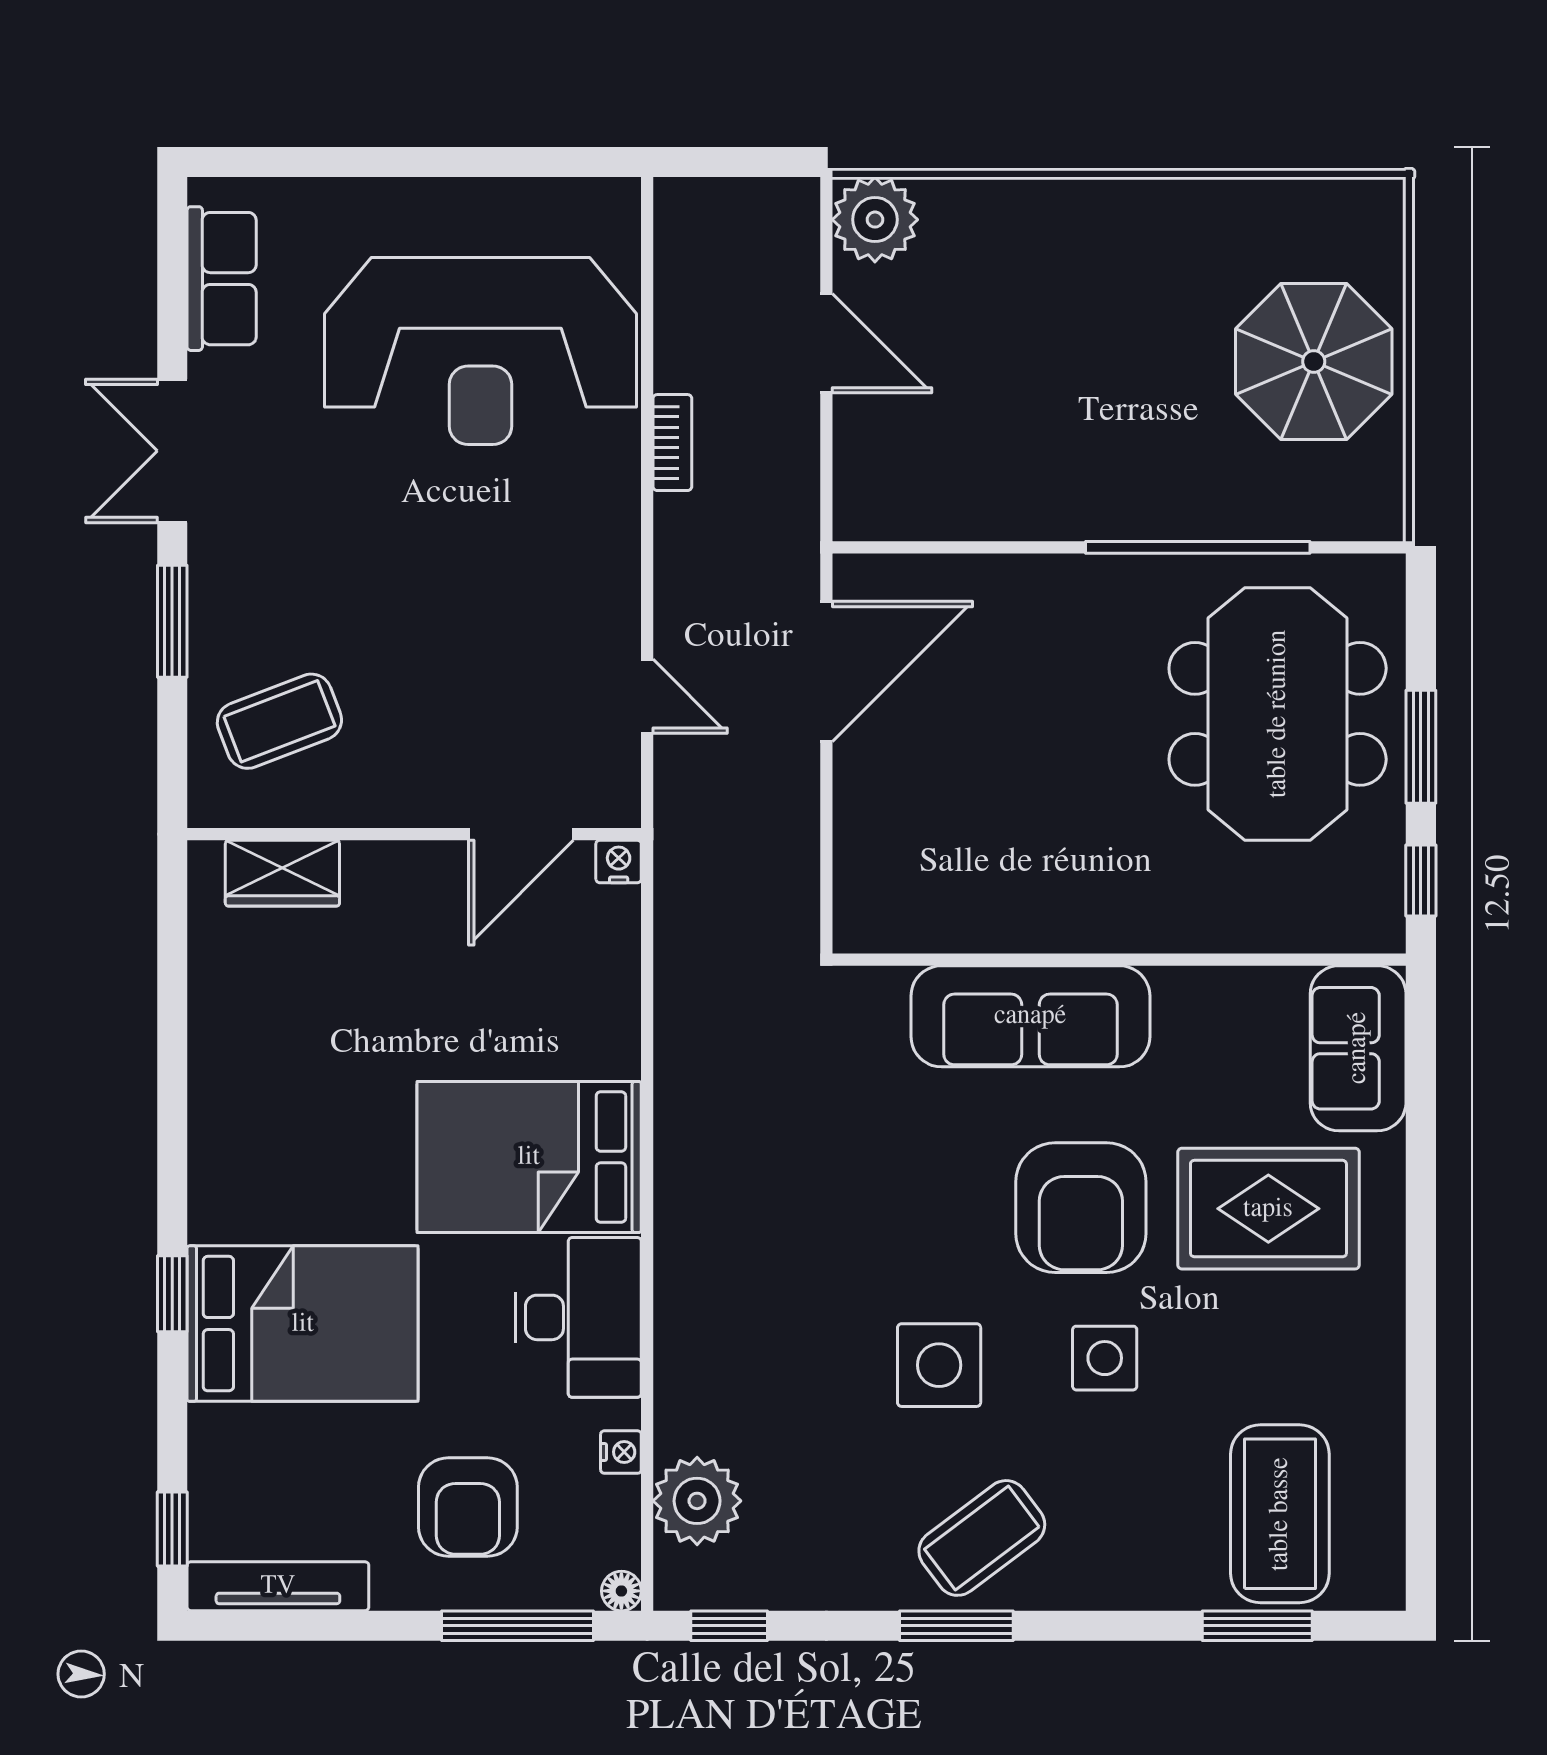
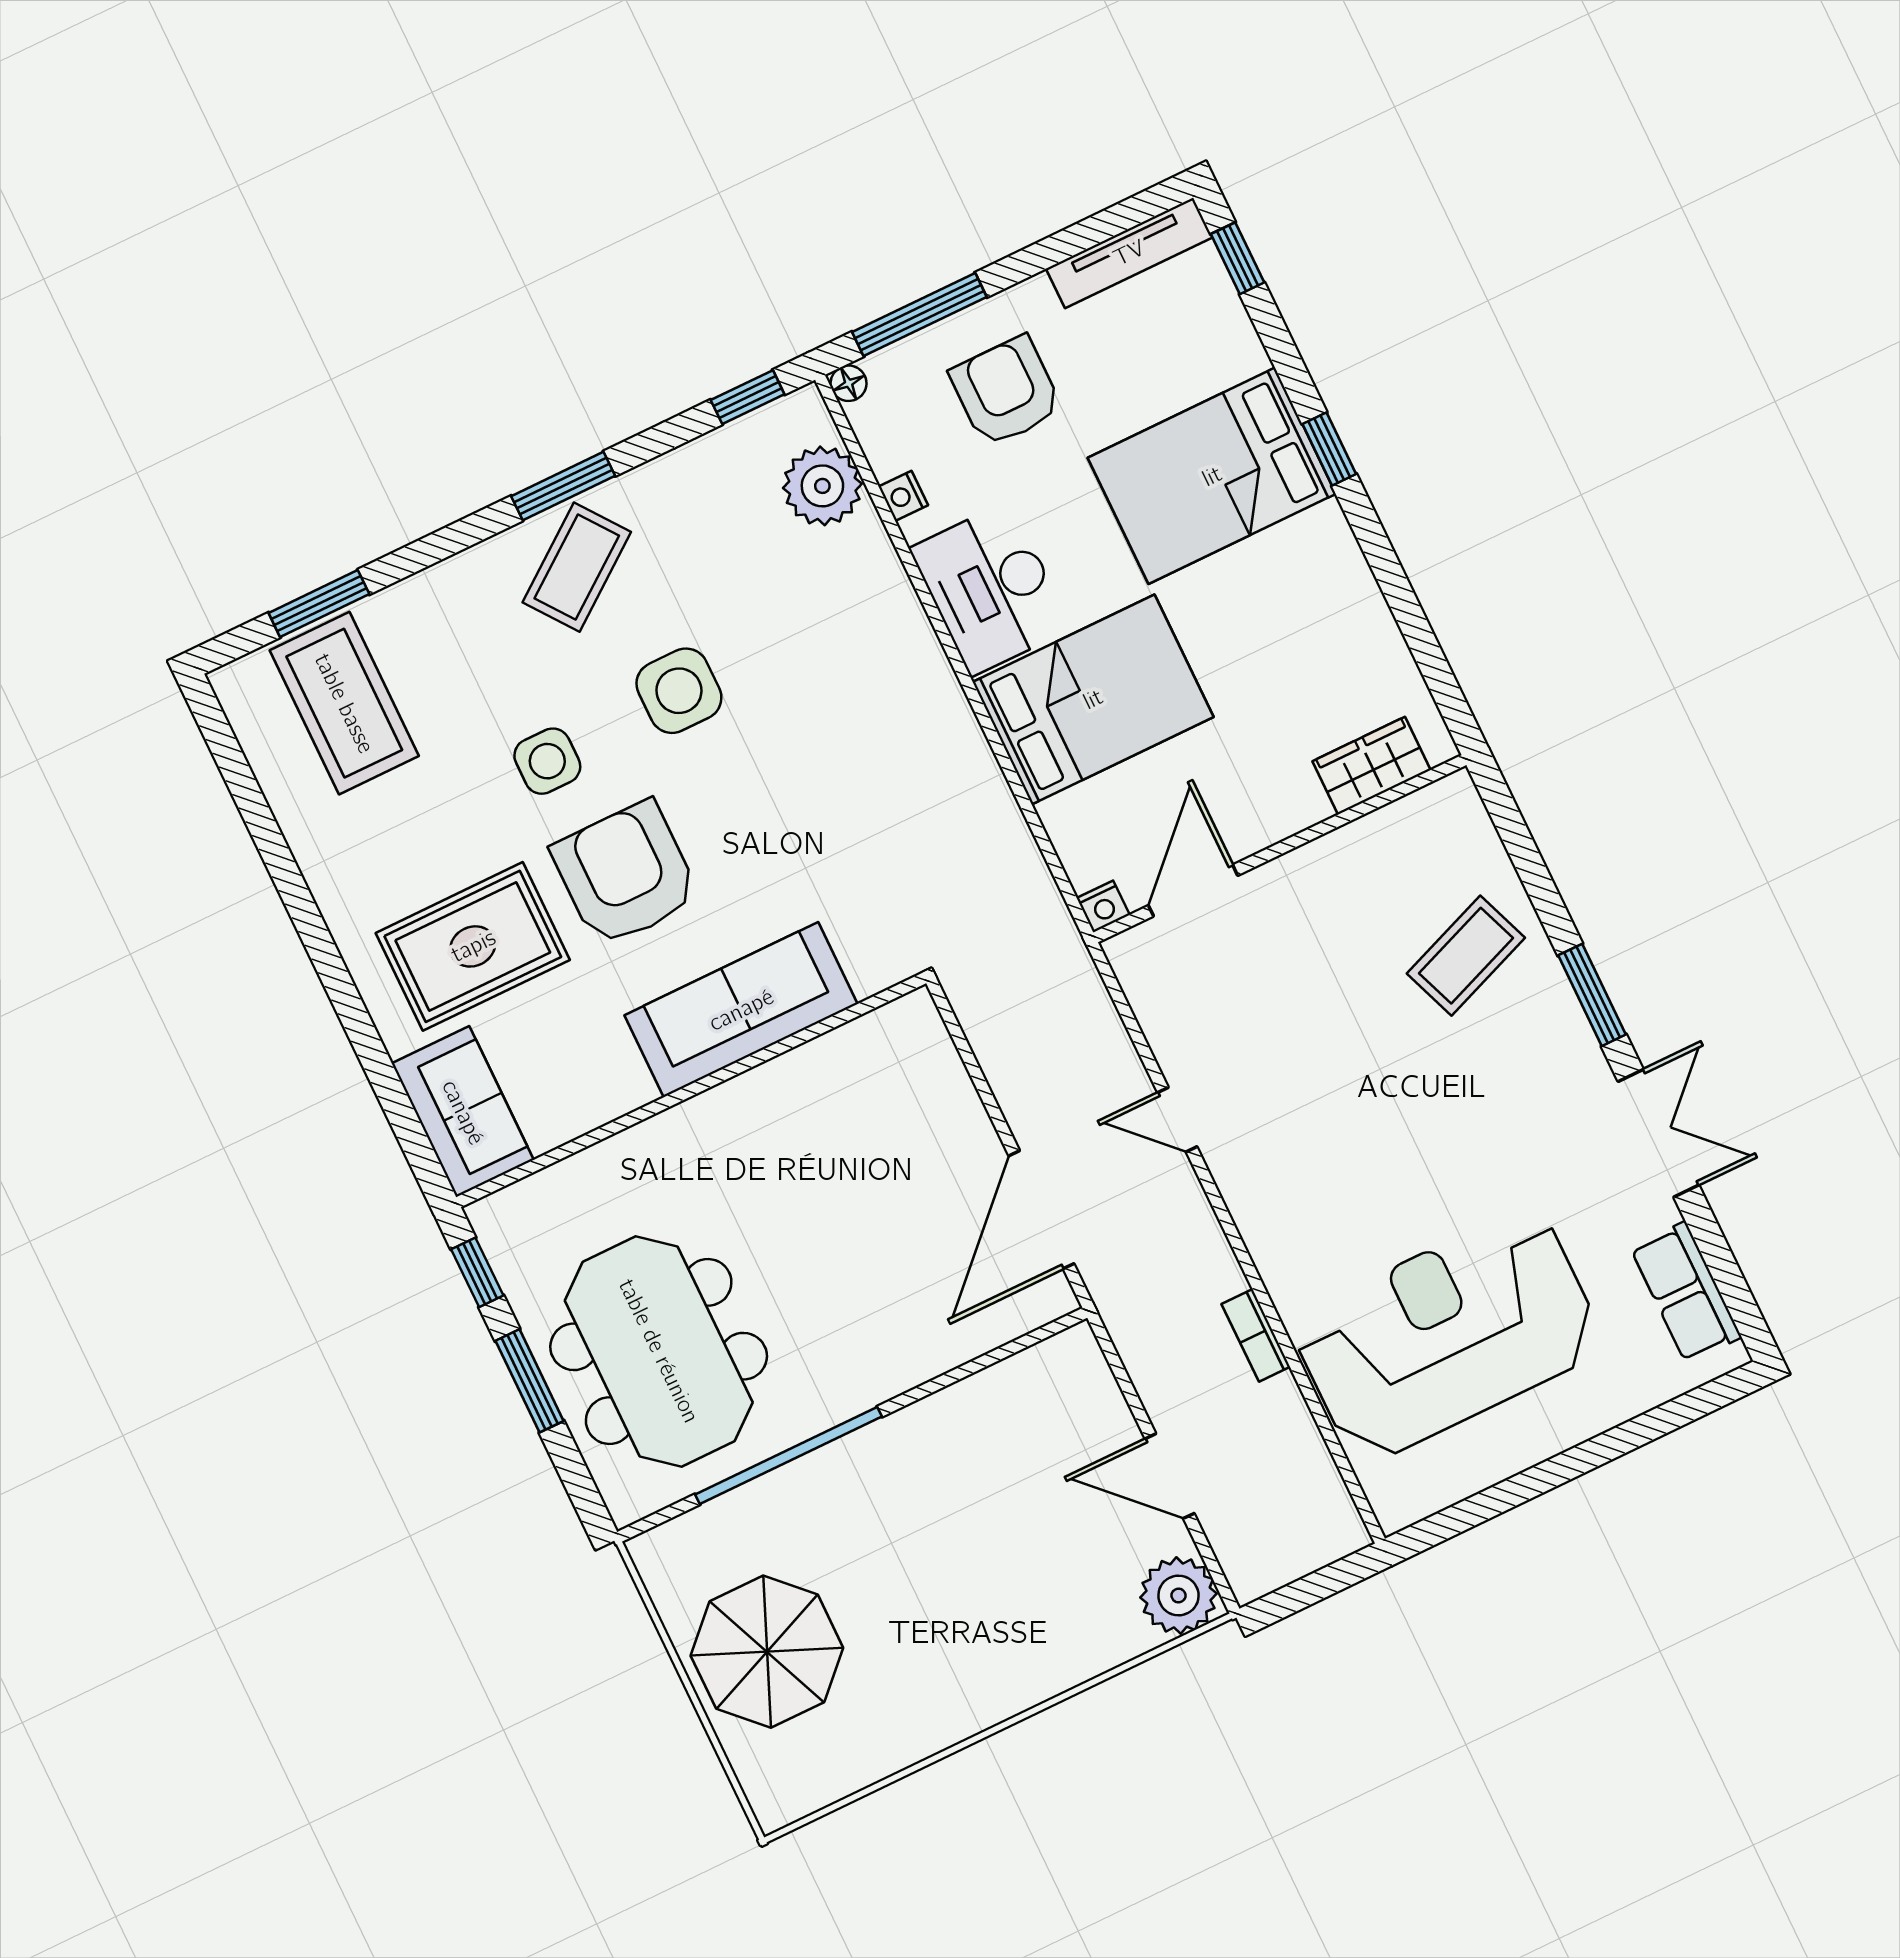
wall: (414, 834) -> (1280, 849), moved
door: (521, 834) -> (1193, 891), moved
nightstand: (619, 861) -> (1103, 906), moved
wardrobe: (282, 873) -> (1371, 766), moved

